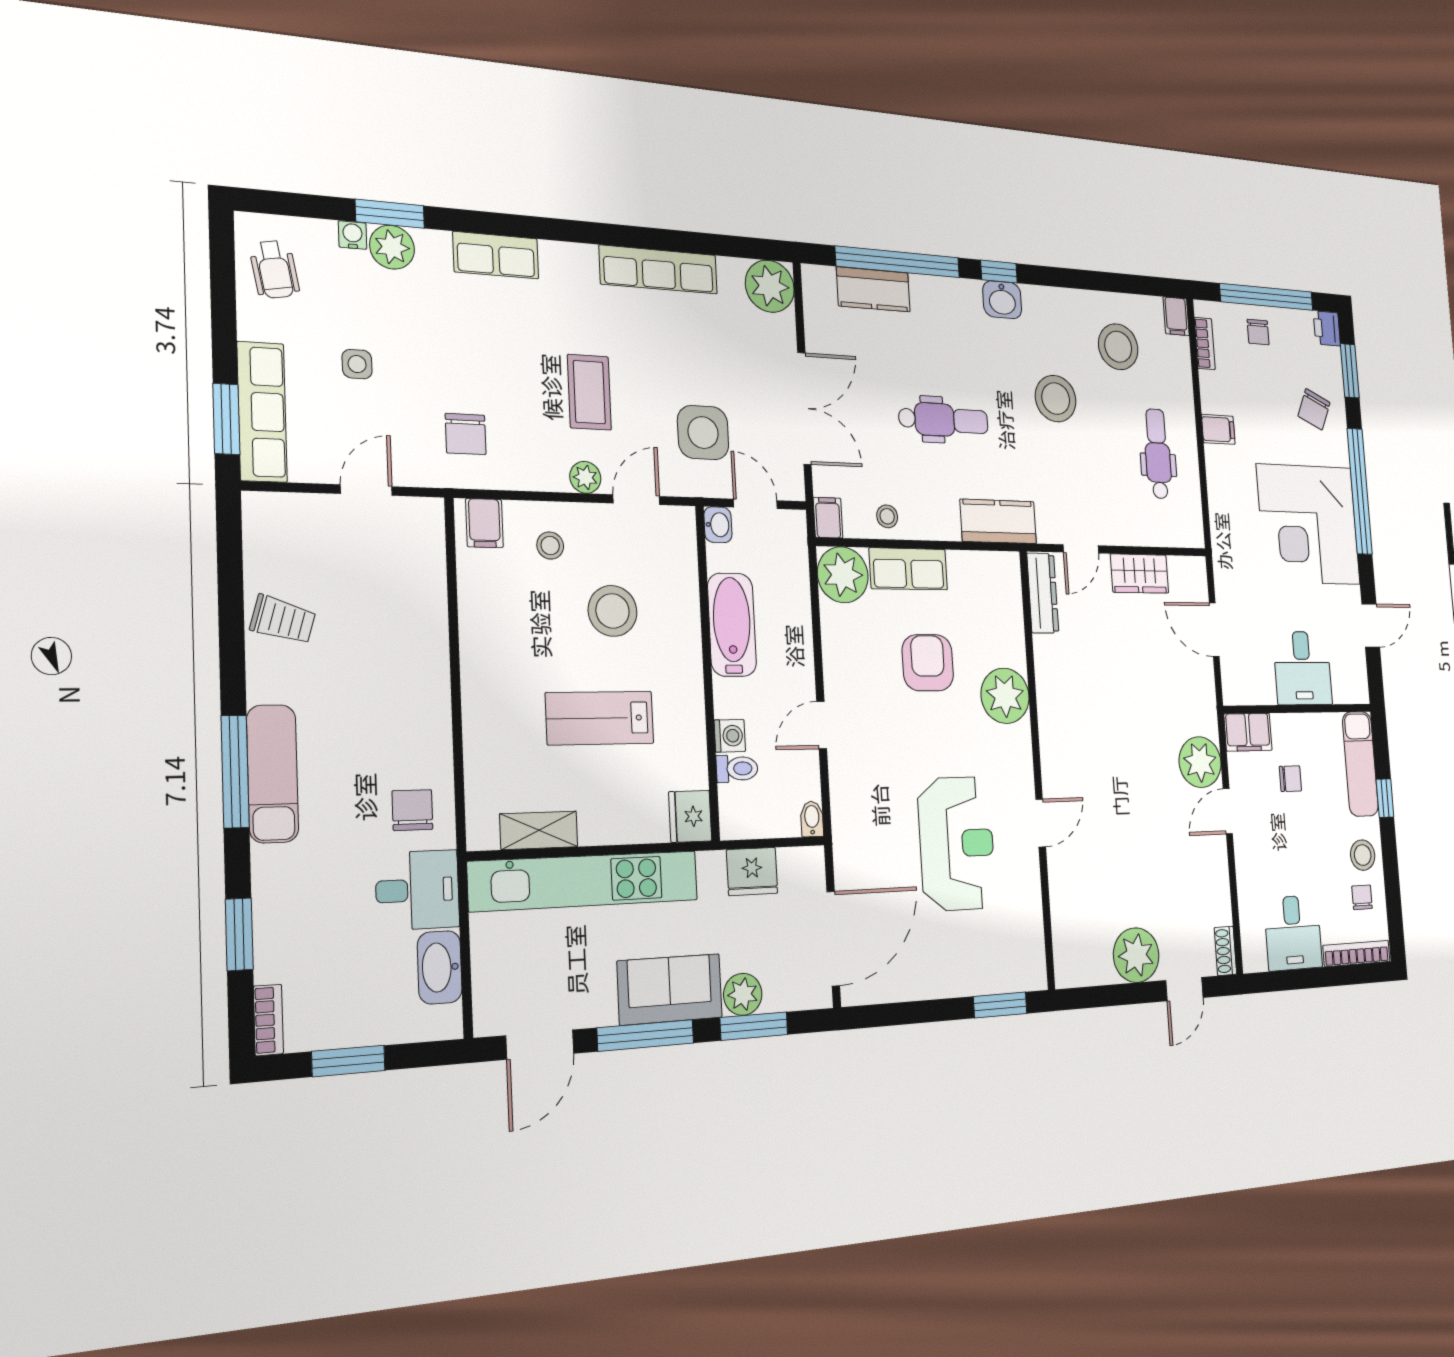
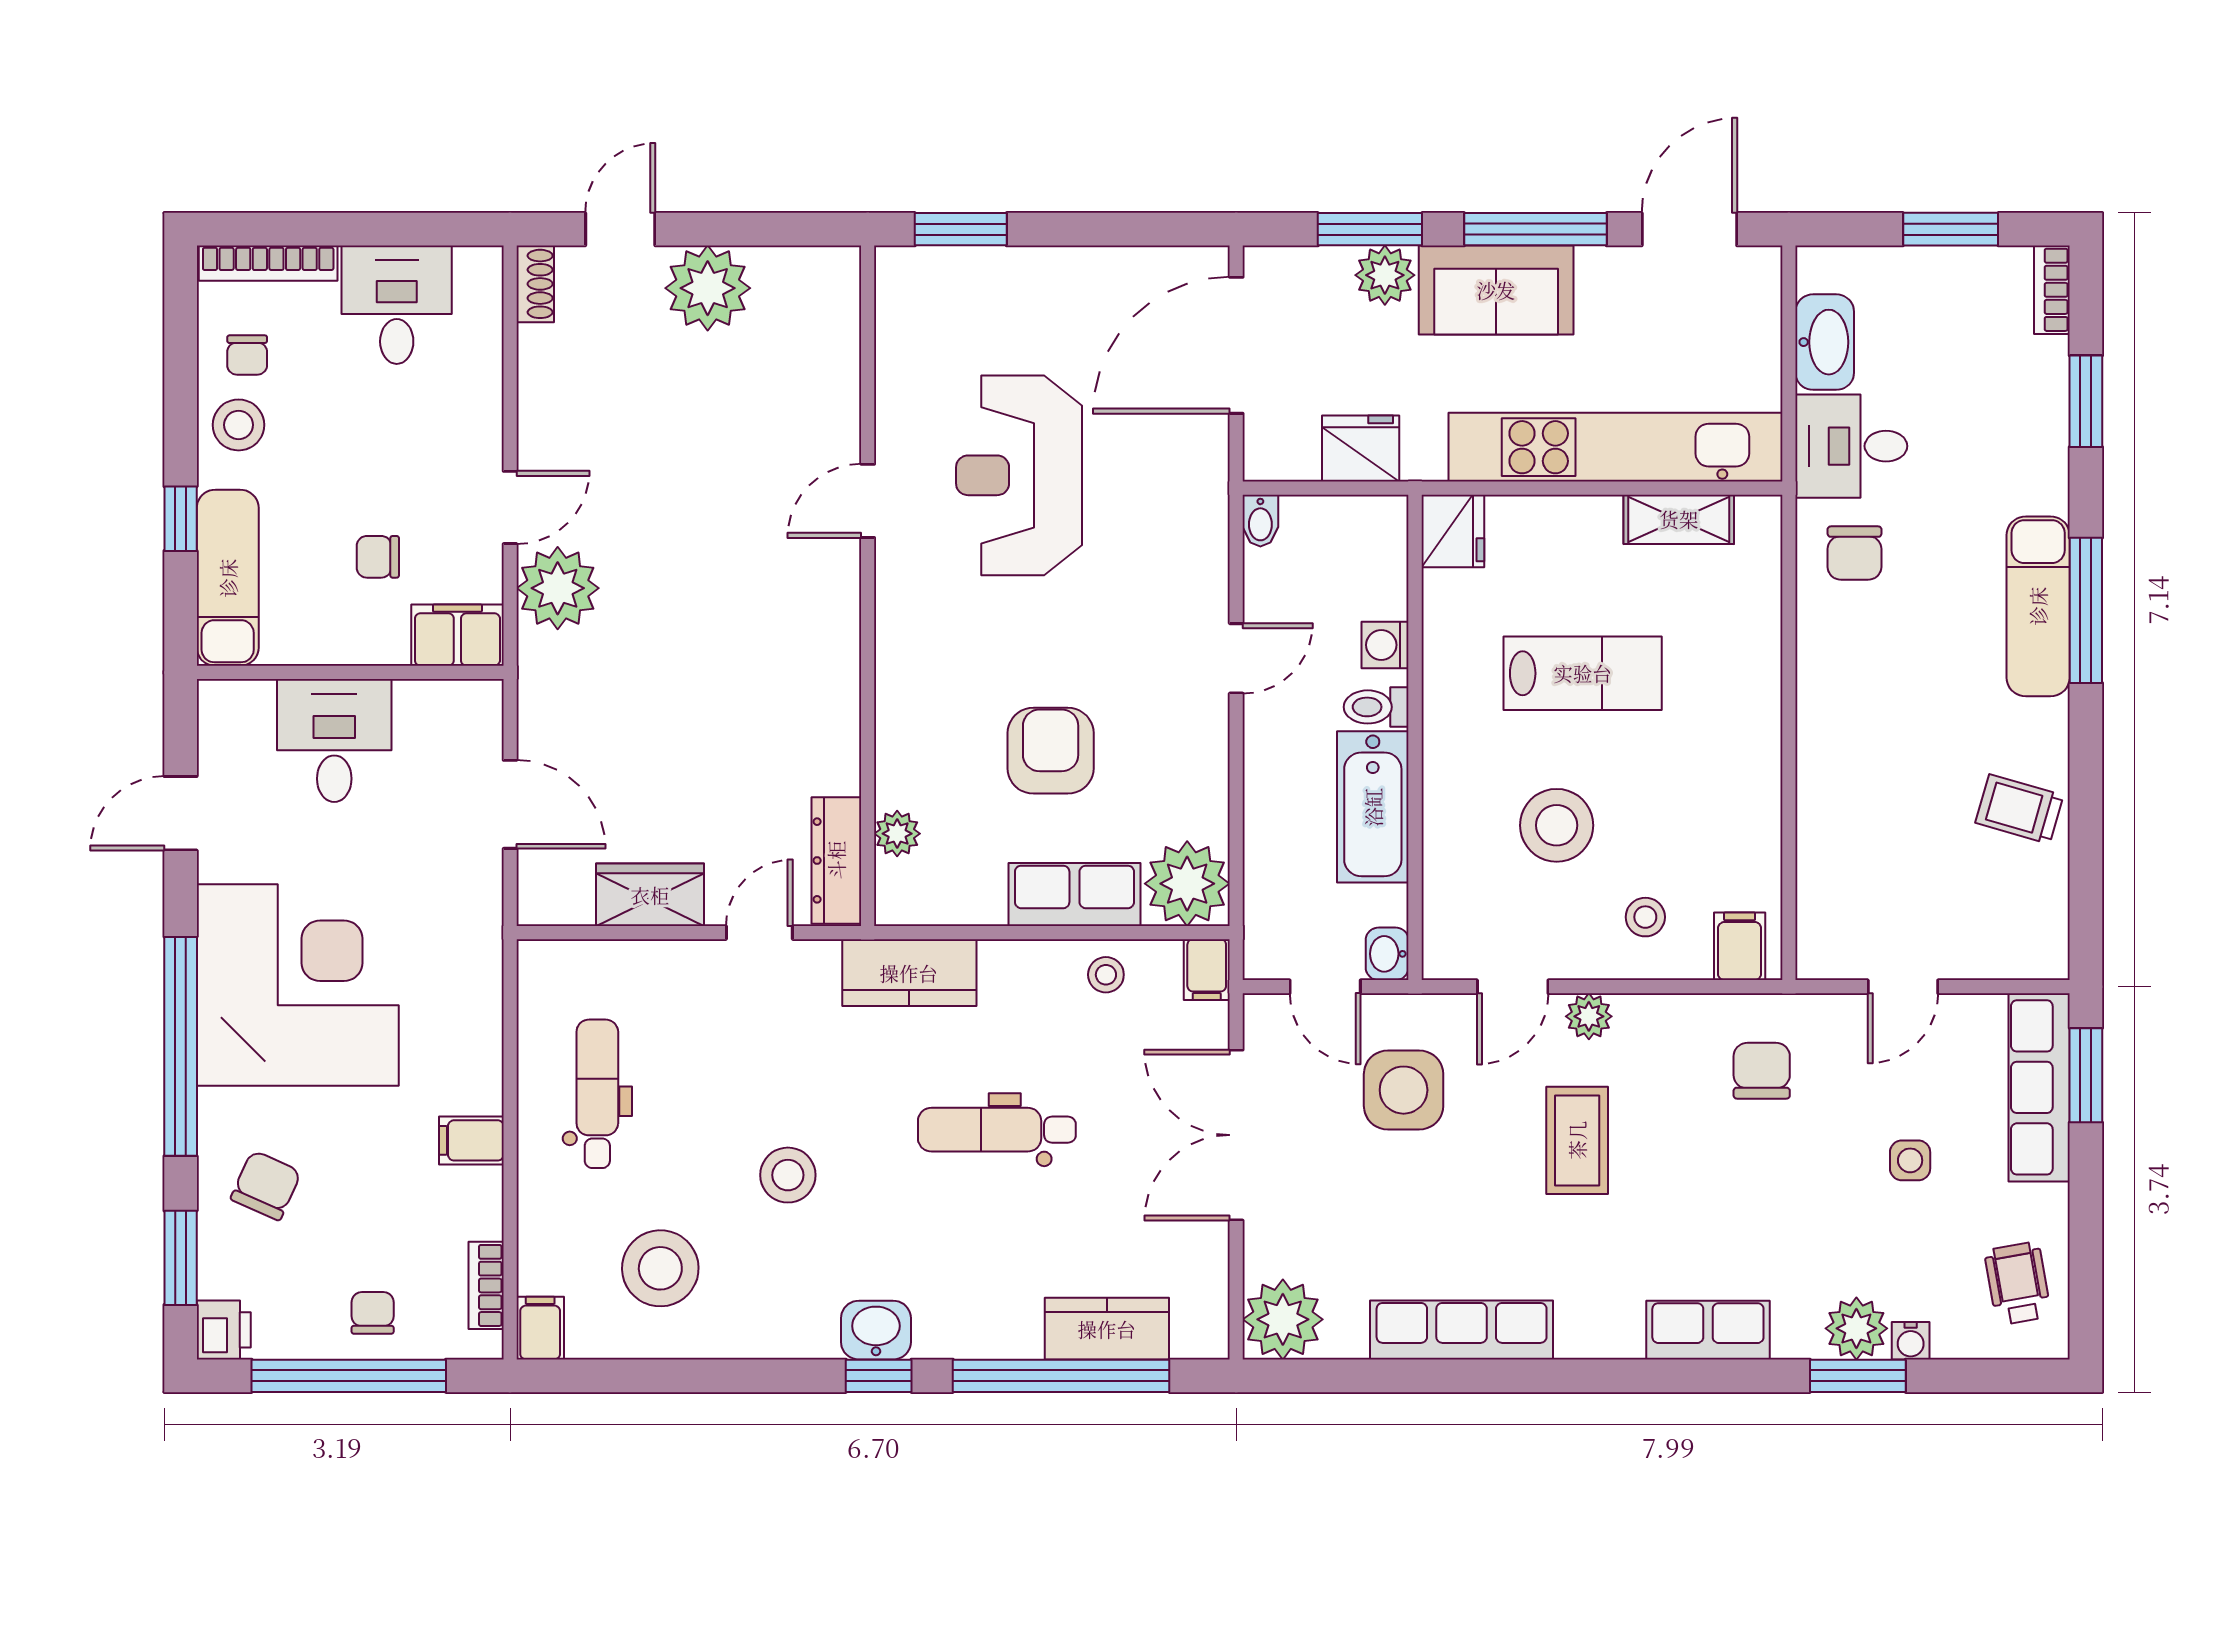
stool: (1056, 399) -> (788, 1175), width x0.73, depth x0.73
dental chair: (1158, 454) -> (597, 1094), turned 180
armchair: (928, 663) -> (1051, 751), turned 180
plant: (1005, 696) -> (897, 834), moved, width x0.53, depth x0.53
toilet: (737, 769) -> (1376, 707), moved

